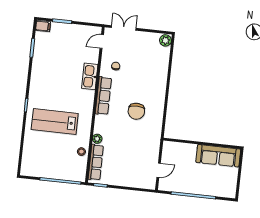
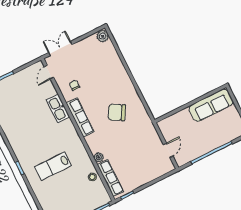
chair: (136, 111) -> (117, 112), turned 120
lab bench: (55, 122) -> (53, 166), width x0.73, depth x0.72

